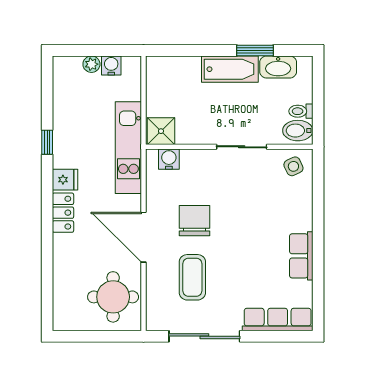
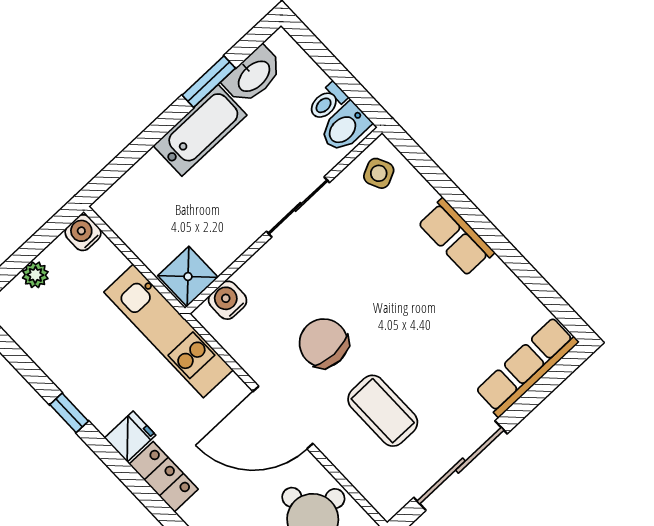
water cooler: (111, 65) -> (83, 233), moved
row of seats: (301, 256) -> (456, 237), moved

